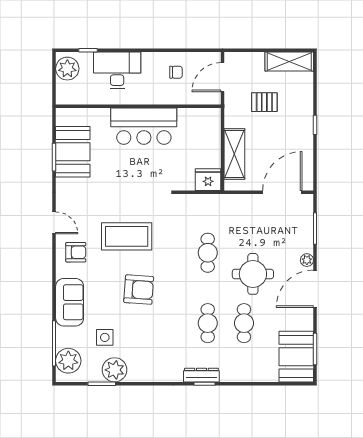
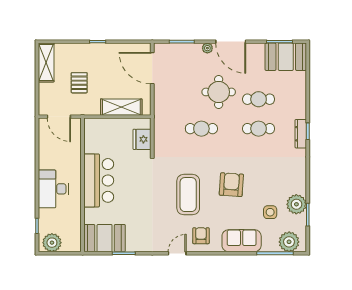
desk: (117, 70) -> (53, 189), moved
chair: (176, 72) -> (55, 154), removed
booth: (73, 152) -> (105, 238), moved
fridge: (208, 180) -> (142, 139), moved

